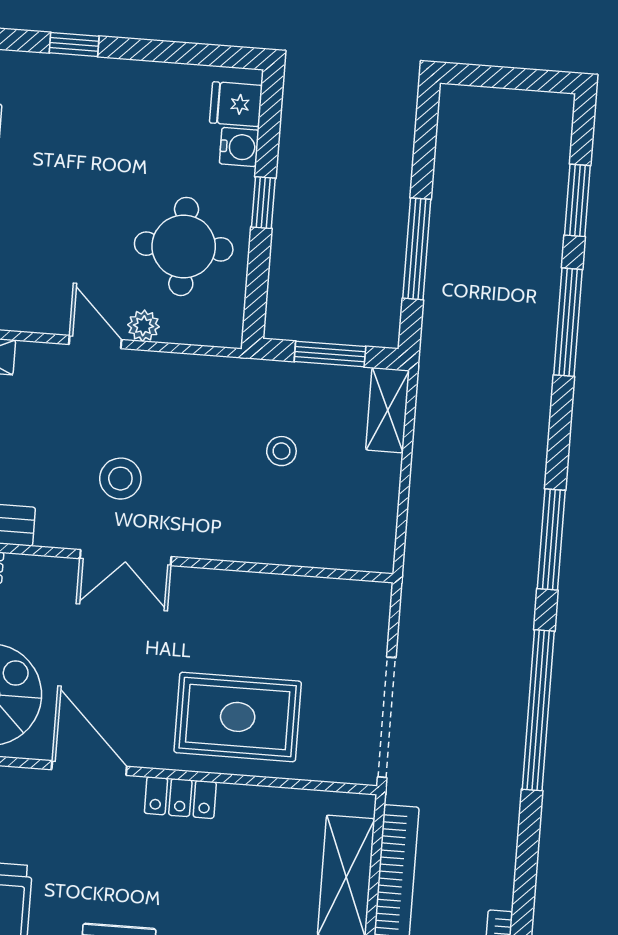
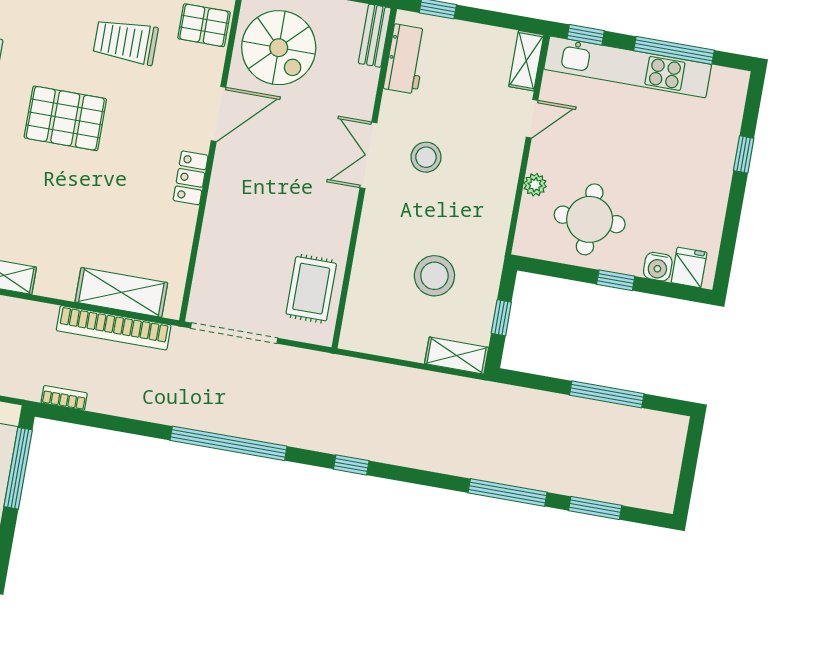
window: (417, 249) -> (607, 394), moved
door: (95, 342) -> (532, 119), moved
window: (330, 354) -> (501, 318), width x0.67
stool: (281, 451) -> (434, 276), width x1.89, depth x1.89
window: (551, 540) -> (351, 465), width x0.46
rug: (238, 717) -> (311, 289), moved, width x0.73, depth x0.70

